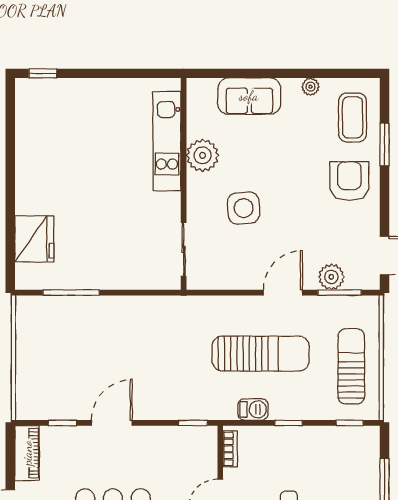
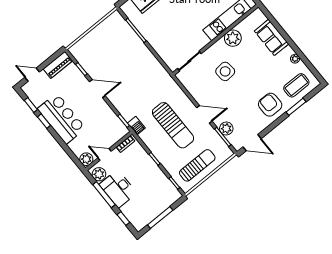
armchair: (349, 181) -> (270, 105), turned -90
barbecue: (253, 409) -> (136, 126), moved

